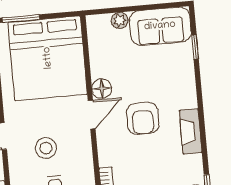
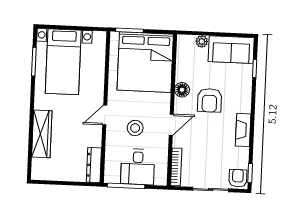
door: (92, 115) -> (171, 125), moved
armchair: (143, 118) -> (209, 100), moved

